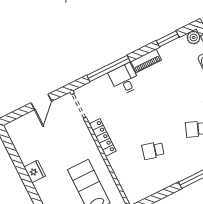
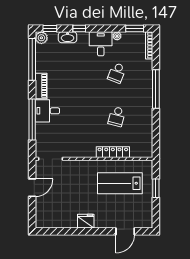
window: (168, 39) -> (32, 59), width x2.11
door: (41, 102) -> (32, 188), hinge flipped
locker: (103, 138) -> (113, 152), moved

